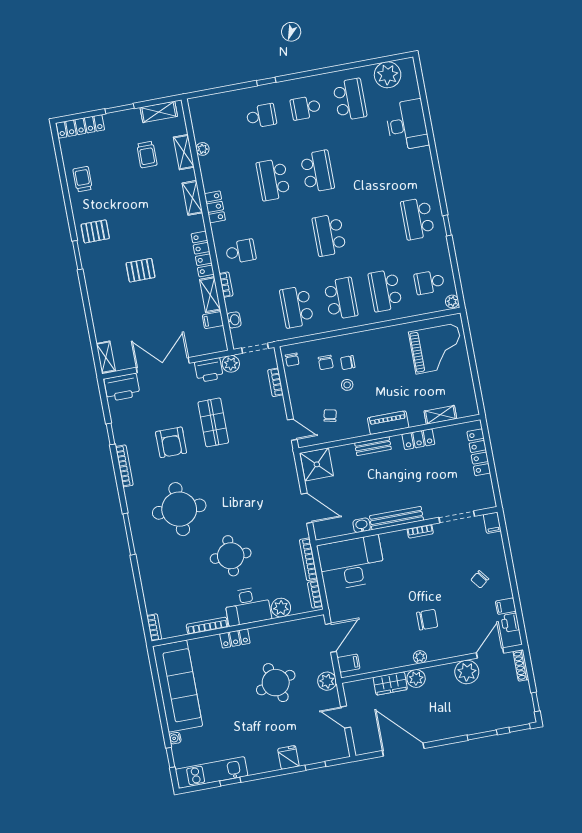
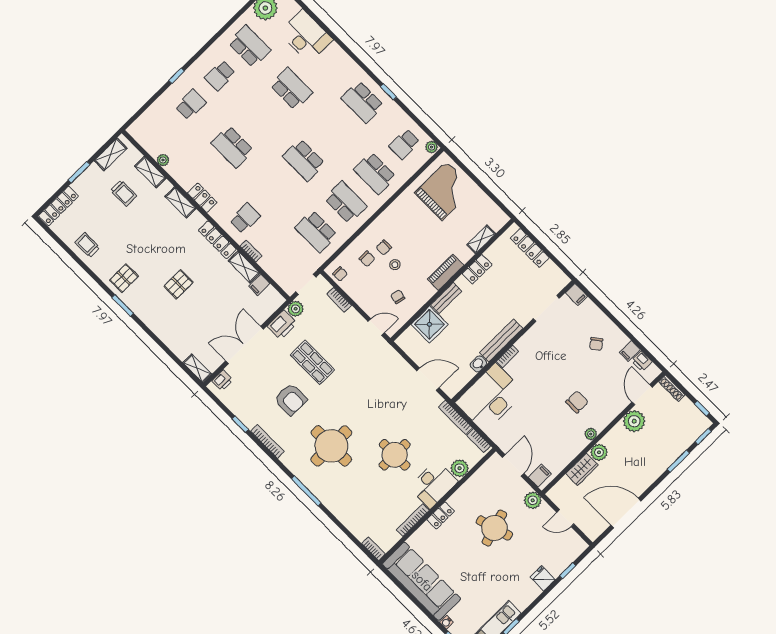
school desk: (317, 171) -> (291, 89), moved
washbasin: (234, 320) -> (275, 274), removed
printer: (122, 387) -> (222, 380), width x0.53, depth x0.68
shower: (317, 464) -> (429, 324), moved
bookcase: (420, 531) -> (508, 356), moved

